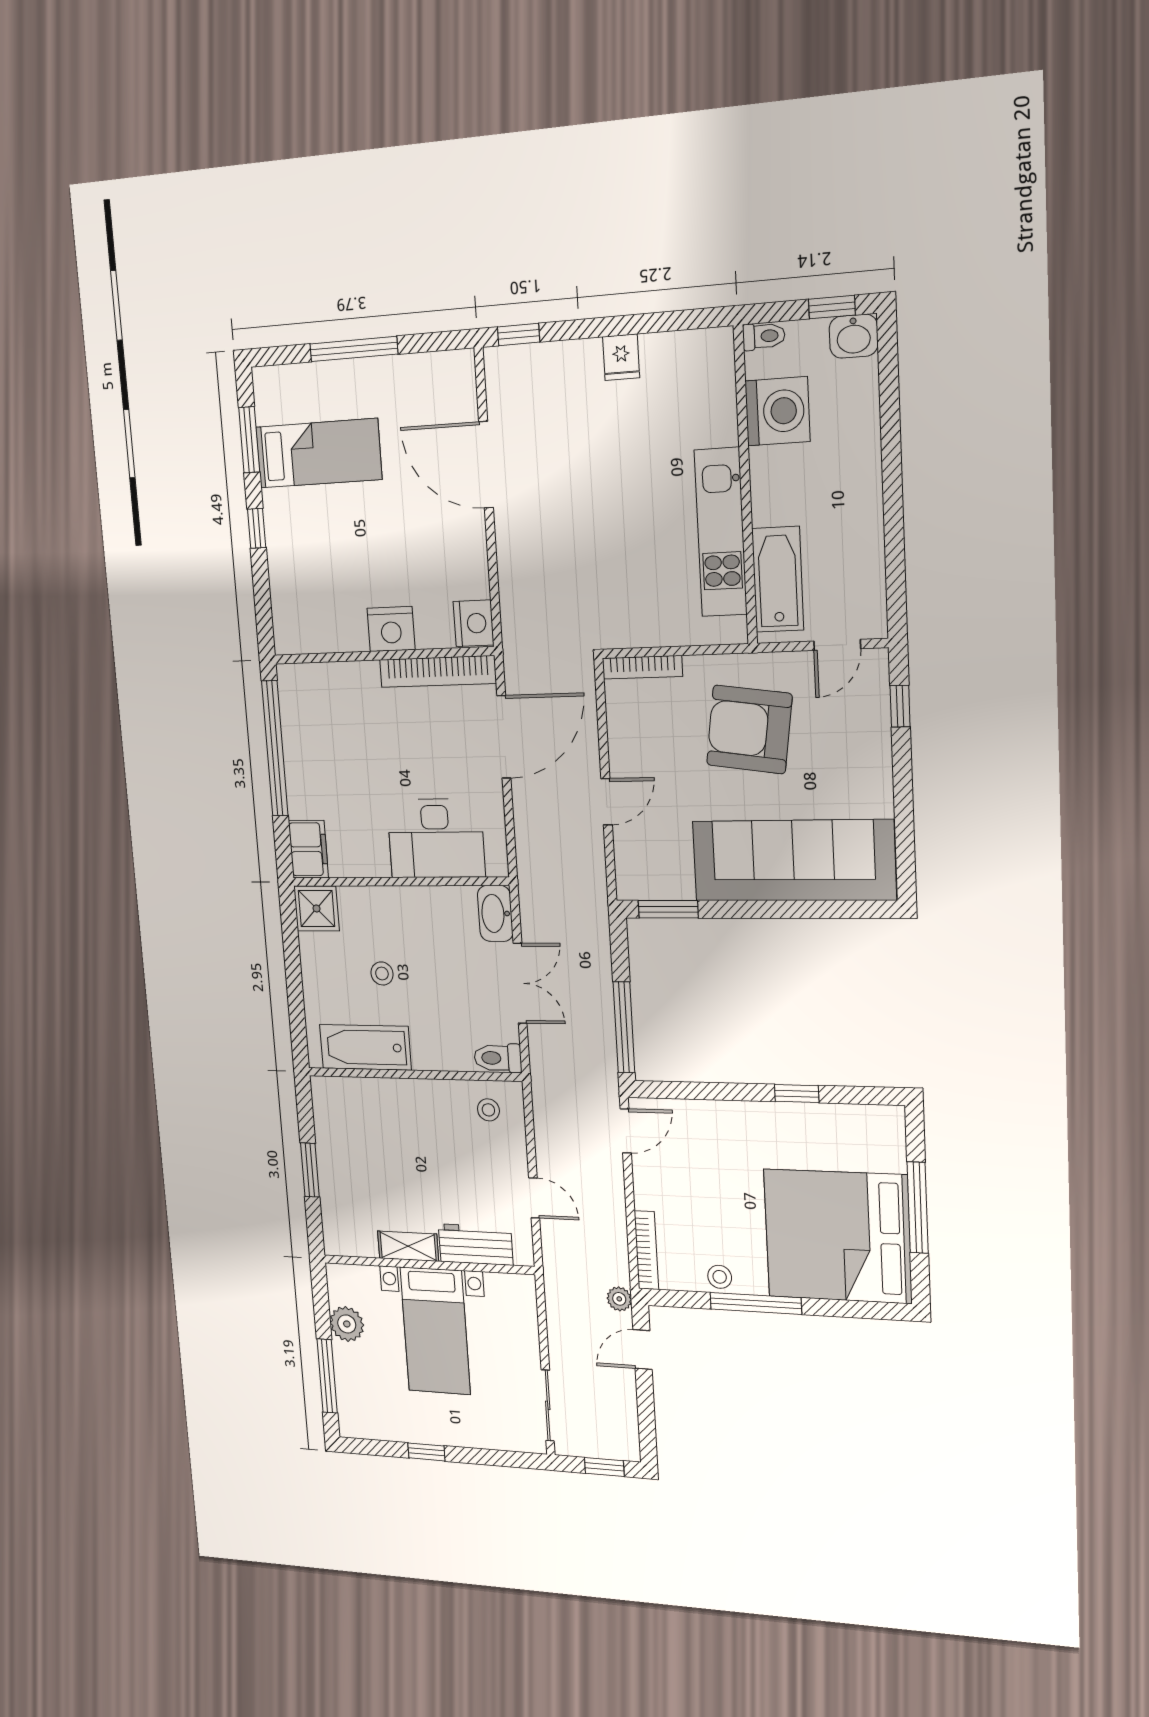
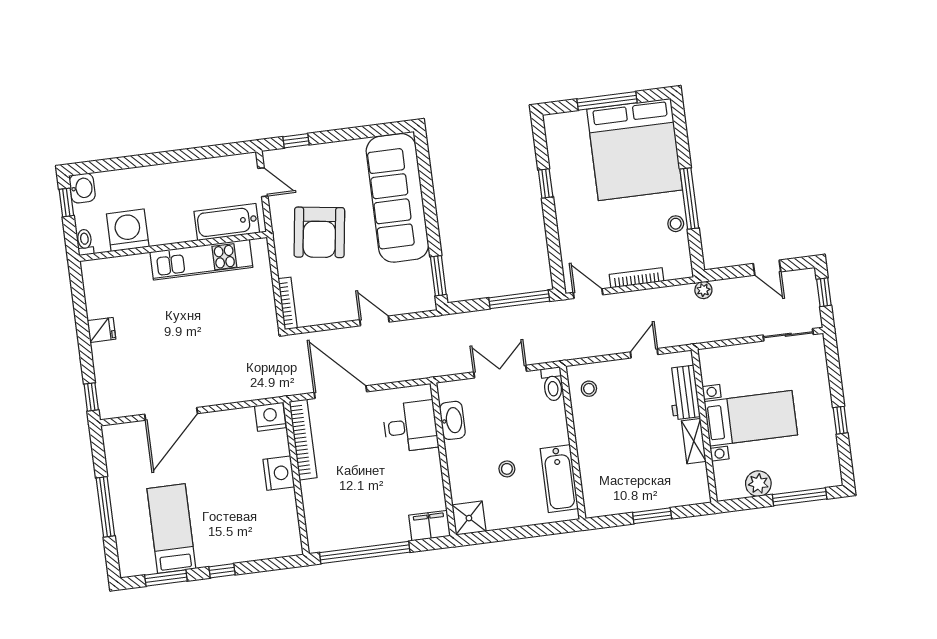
desk: (436, 838) -> (410, 426), width x0.73
washbasin: (495, 913) -> (452, 420), moved, turned -90
bookcase: (646, 1250) -> (637, 278), moved
door: (643, 1350) -> (767, 268), moved

